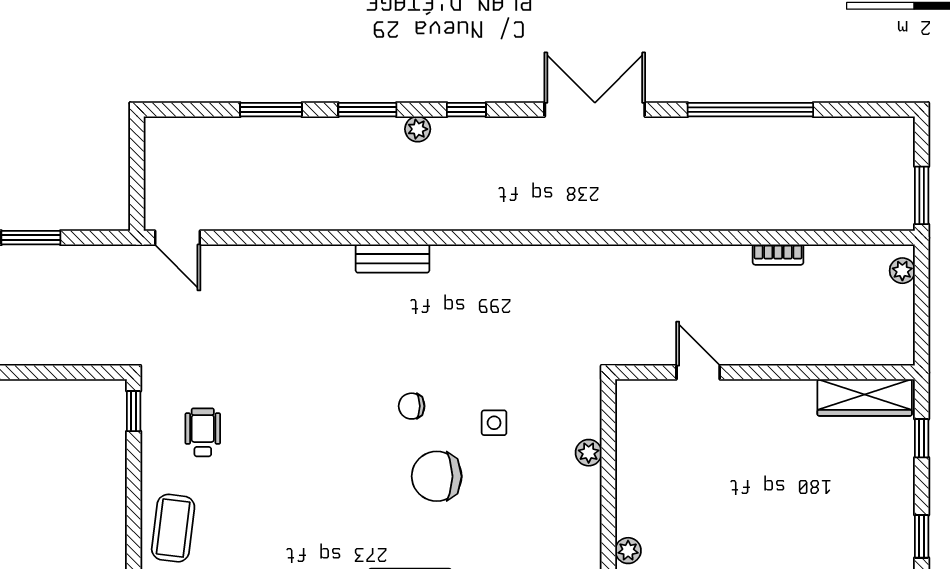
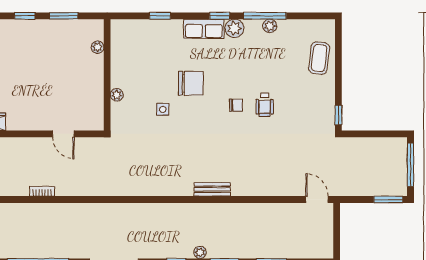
bookcase: (778, 255) -> (42, 191), moved
chair: (412, 406) -> (236, 105), moved
wheelchair: (203, 432) -> (265, 105), moved

